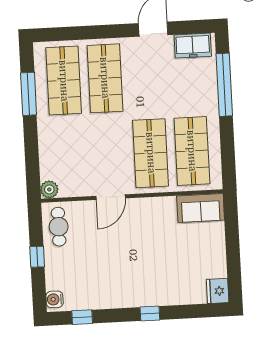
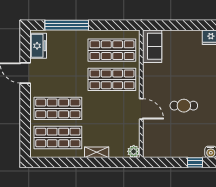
window: (29, 94) -> (66, 162), removed
shelving: (45, 137) -> (97, 152), added
cafe table: (59, 227) -> (184, 106), moved
window: (37, 257) -> (195, 162), moved

